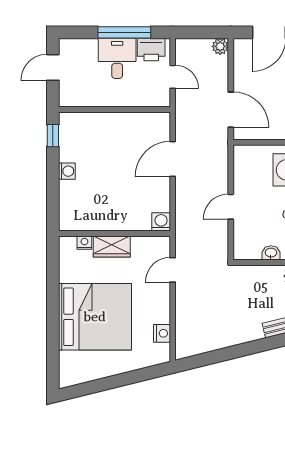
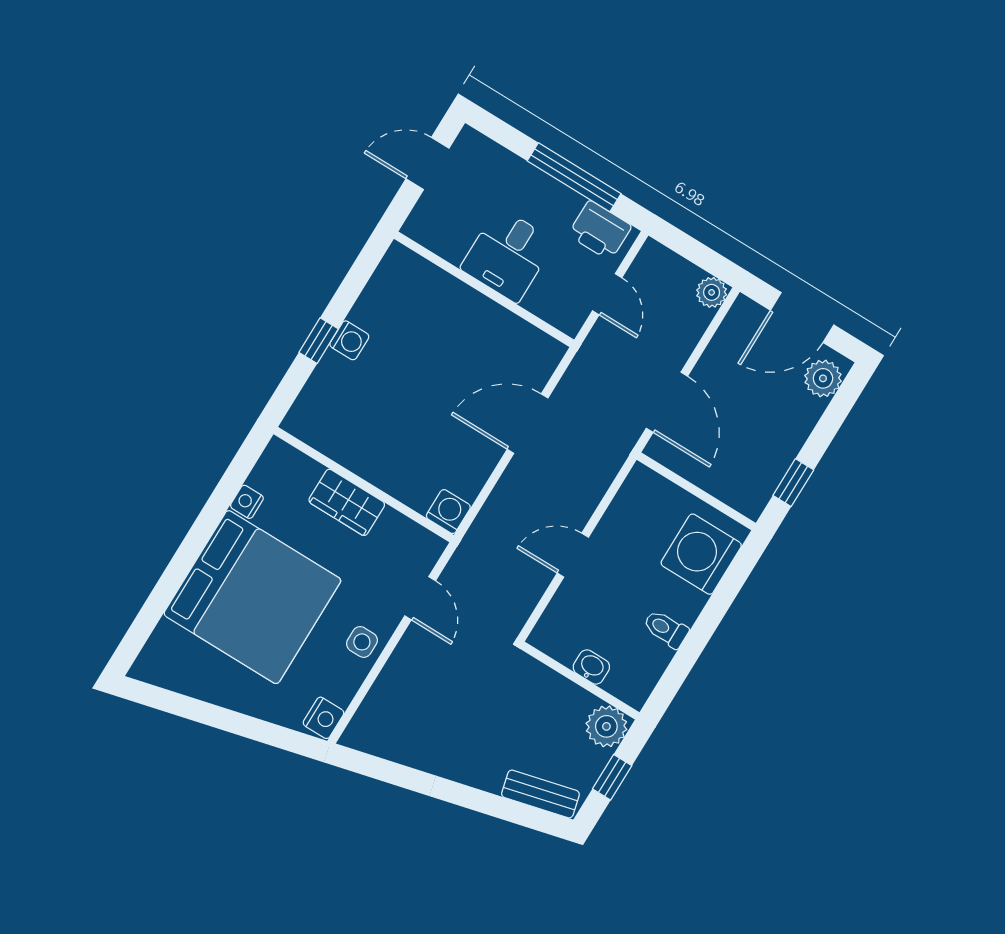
desk: (117, 58) -> (508, 255), moved, turned 180
window: (53, 136) -> (319, 341), moved
nightstand: (84, 243) -> (247, 502), moved, turned -90
door: (173, 270) -> (420, 598), swing flipped
side table: (158, 306) -> (362, 642), added
nightstand: (162, 333) -> (323, 718), moved

